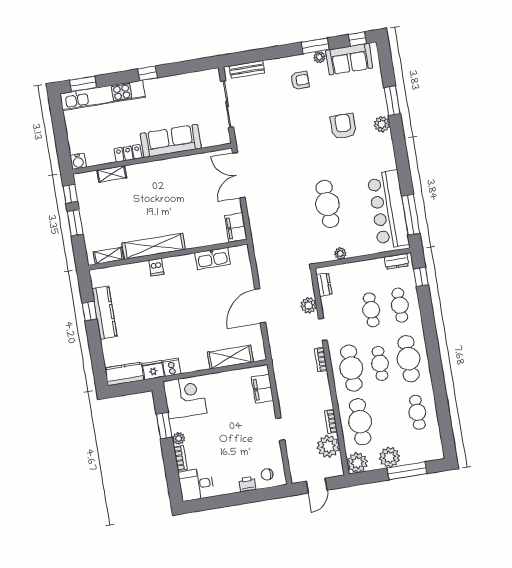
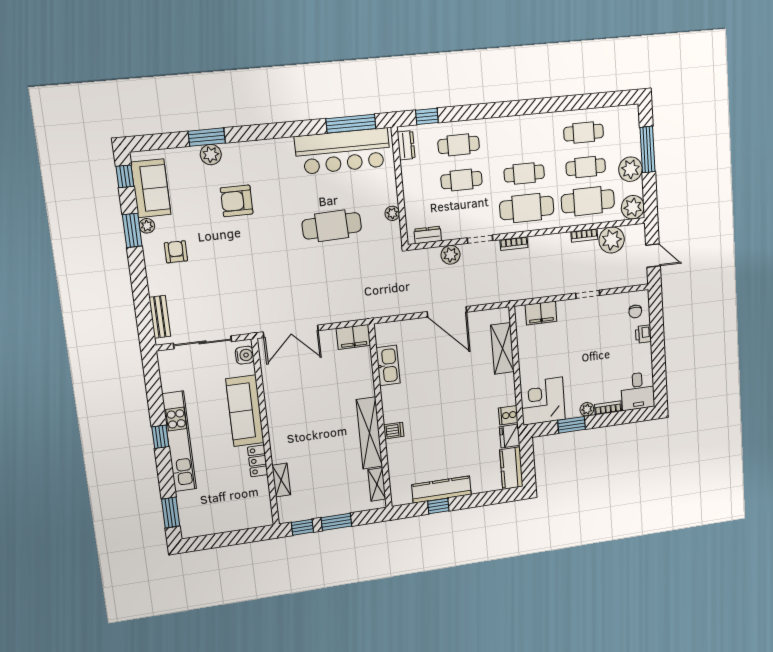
kitchen unit: (103, 95) -> (179, 442), moved
plant: (382, 124) -> (211, 155), moved
water cooler: (78, 161) -> (245, 355), moved
cafe table: (409, 359) -> (586, 167), moved, width x0.73, depth x0.74

